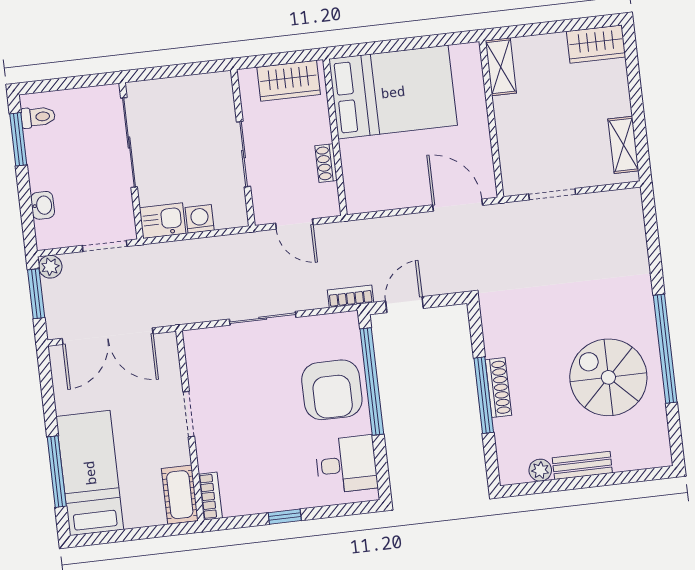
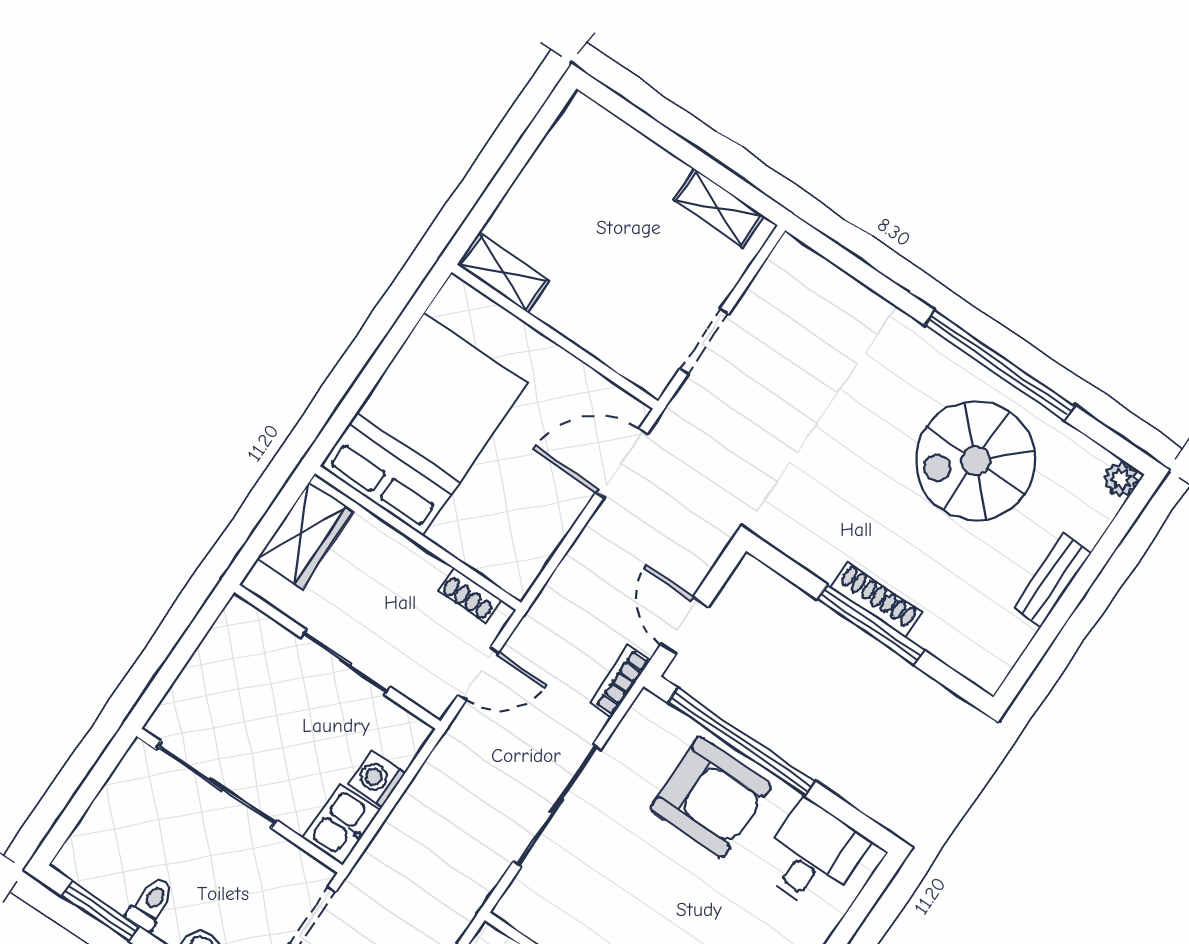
wardrobe: (596, 44) -> (573, 138), removed
toilet: (38, 117) -> (151, 904), moved
shoe rack: (326, 163) -> (469, 595), moved
sliding door: (263, 318) -> (557, 806), width x1.37
plant: (540, 470) -> (1121, 479), moved

